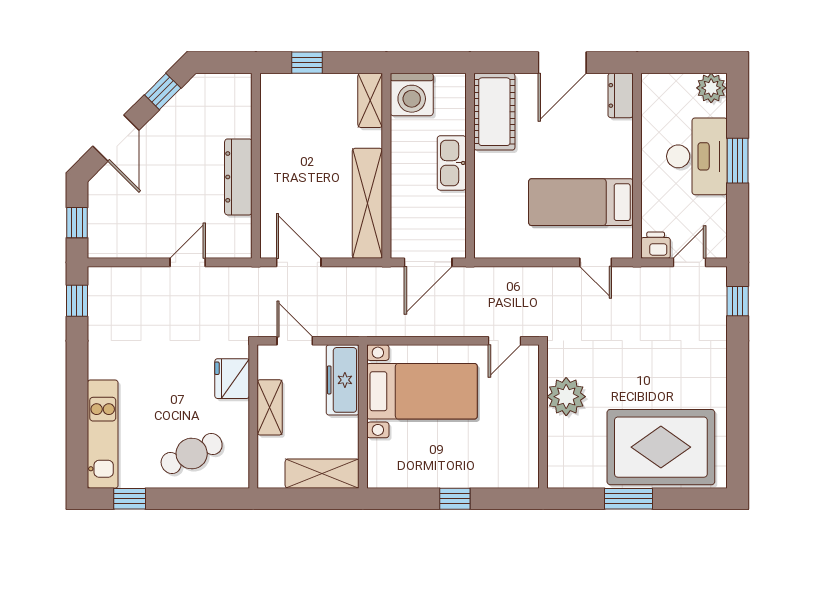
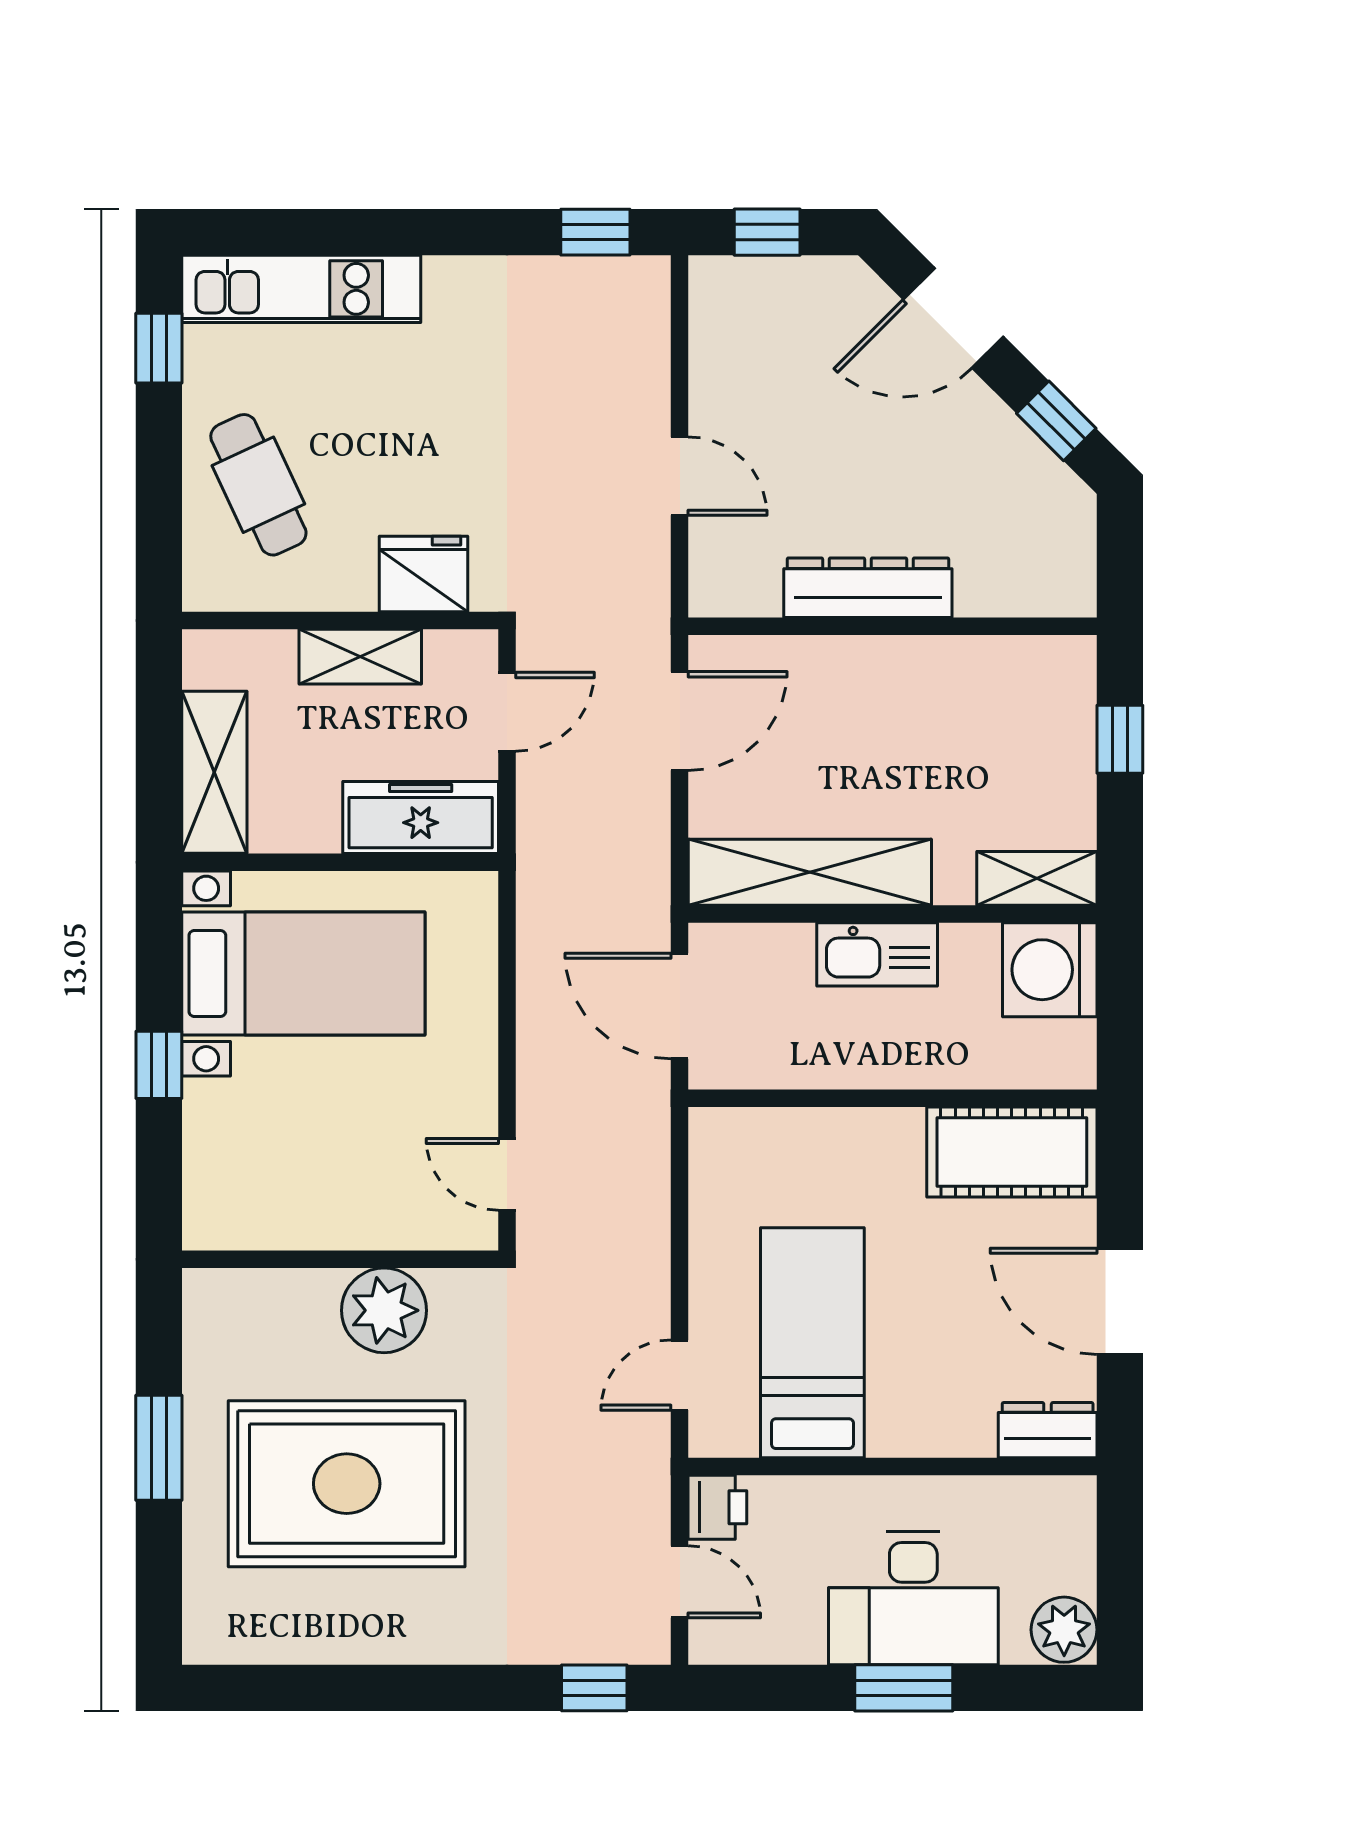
kitchen sink: (452, 163) -> (877, 954), moved, turned 180
bed with nightstands: (422, 391) -> (303, 974), moved, turned -90
rug: (661, 447) -> (347, 1484), moved, turned 90

